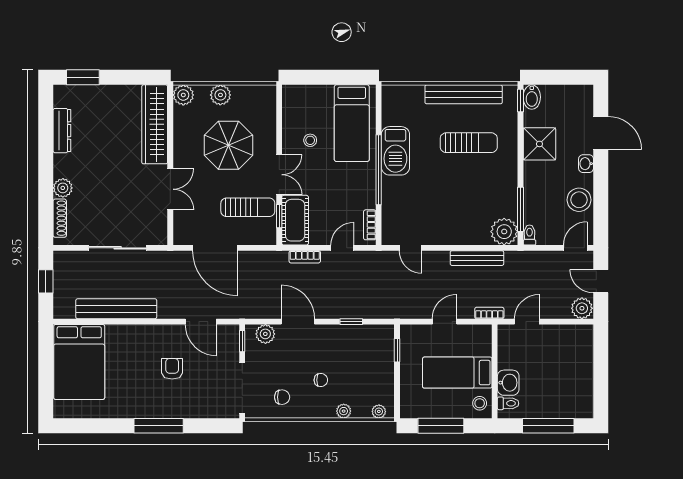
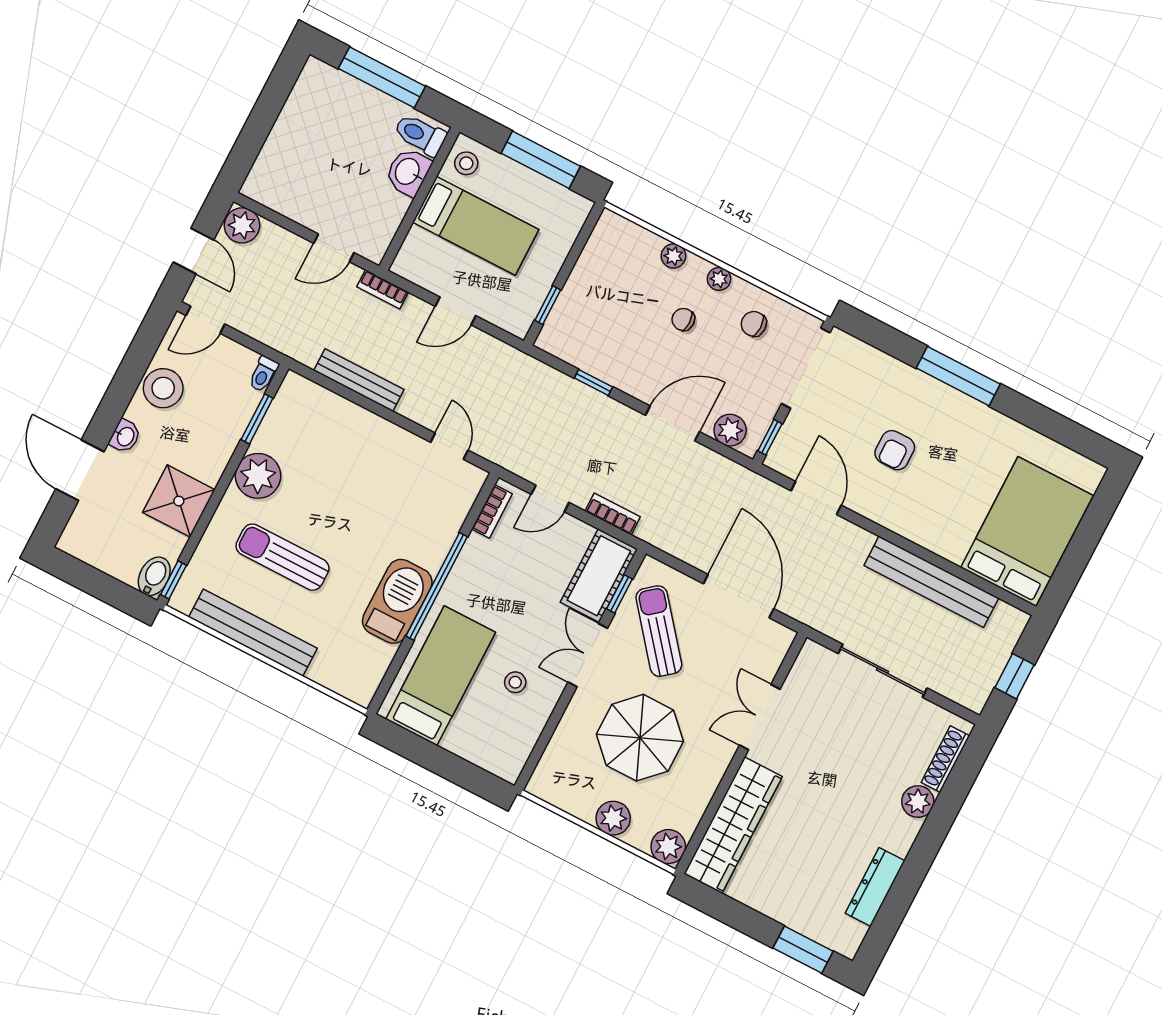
sun lounger: (248, 207) -> (659, 631), turned 51
window: (521, 209) -> (257, 419), width x0.69
plant: (504, 232) -> (258, 476), moved
door: (298, 322) -> (672, 423), swing flipped
toilet: (508, 403) -> (420, 135), width x1.37, depth x1.39
plant: (379, 411) -> (719, 279), moved

